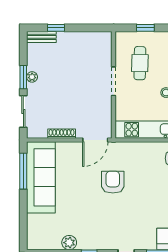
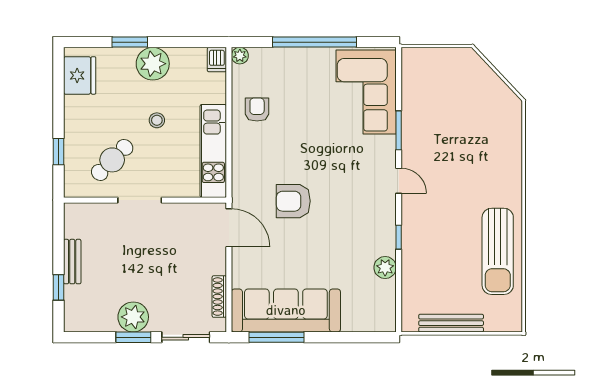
bench: (41, 37) -> (72, 262), moved
cafe table: (140, 63) -> (112, 160), turned -46
plant: (32, 77) -> (133, 317), width x1.88, depth x1.88
shoe rack: (62, 134) -> (219, 297), moved

